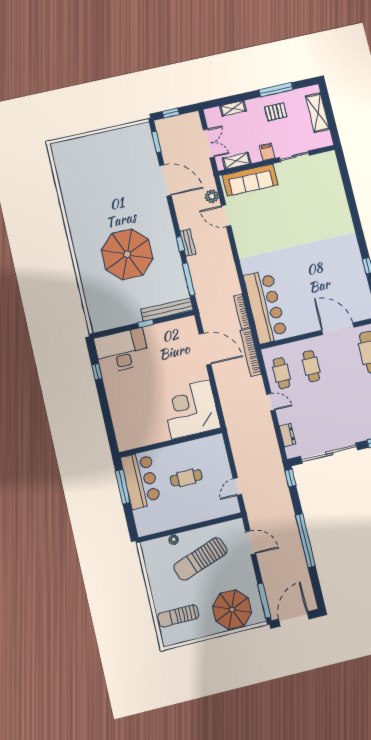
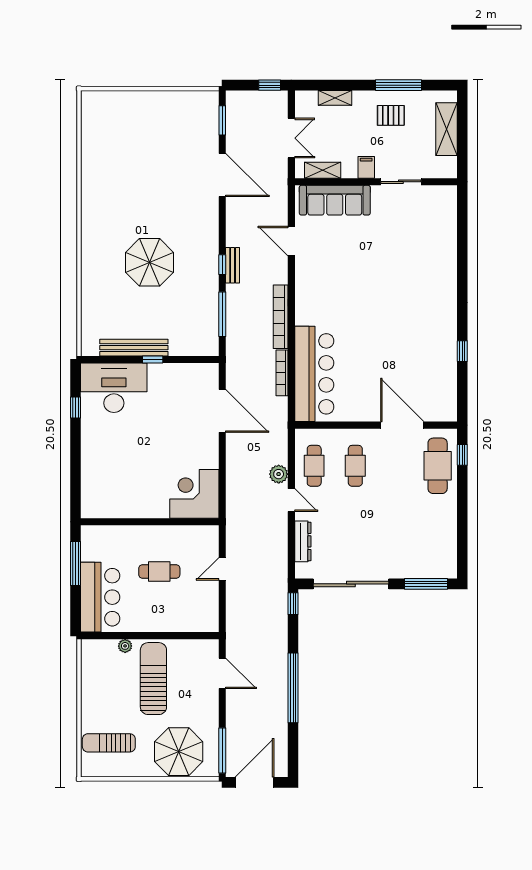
window: (171, 113) -> (270, 85), moved
plant: (212, 196) -> (279, 474), moved
parasol: (127, 254) -> (150, 262), width x0.73, depth x0.73
bench: (167, 310) -> (134, 348), moved
bookcase: (251, 352) -> (281, 317), moved
corner desk: (191, 409) -> (194, 494), width x0.74, depth x0.74
dresser: (288, 435) -> (303, 541), width x1.44
bar counter: (141, 480) -> (100, 597), moved
door: (237, 487) -> (222, 569), moved
sun lounger: (200, 559) -> (153, 679), turned 109

